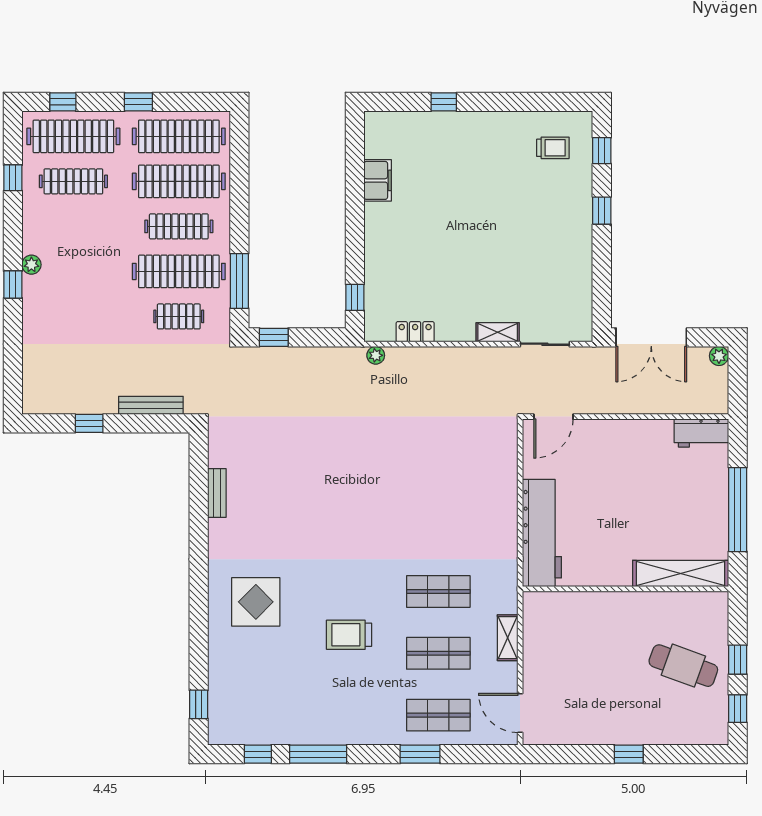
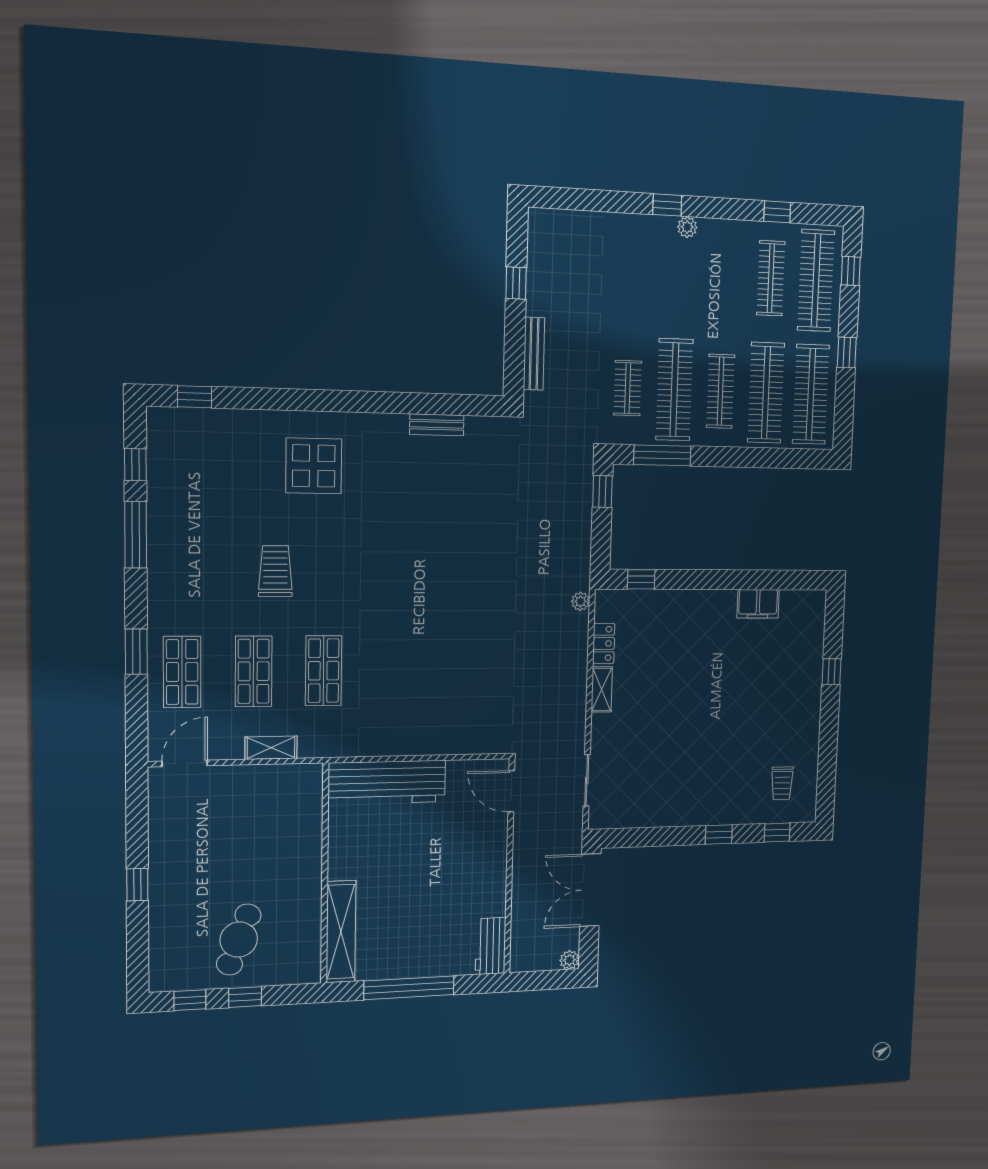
shelving: (498, 332) -> (602, 689), moved

